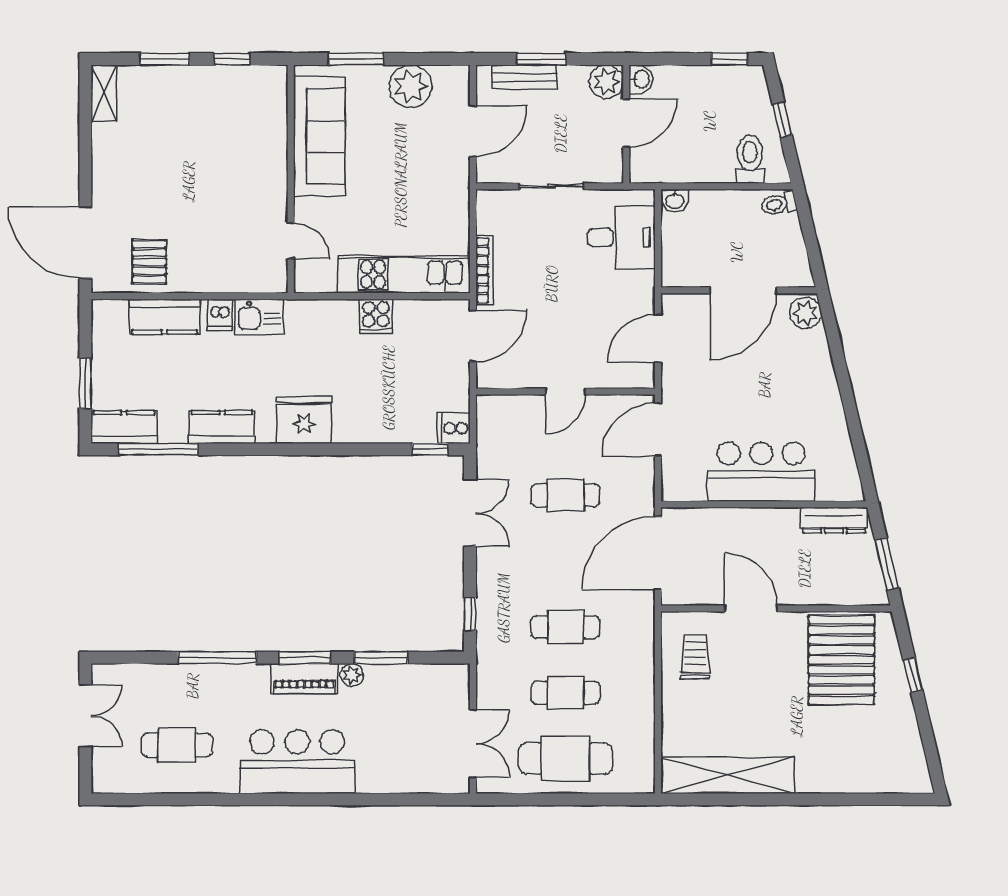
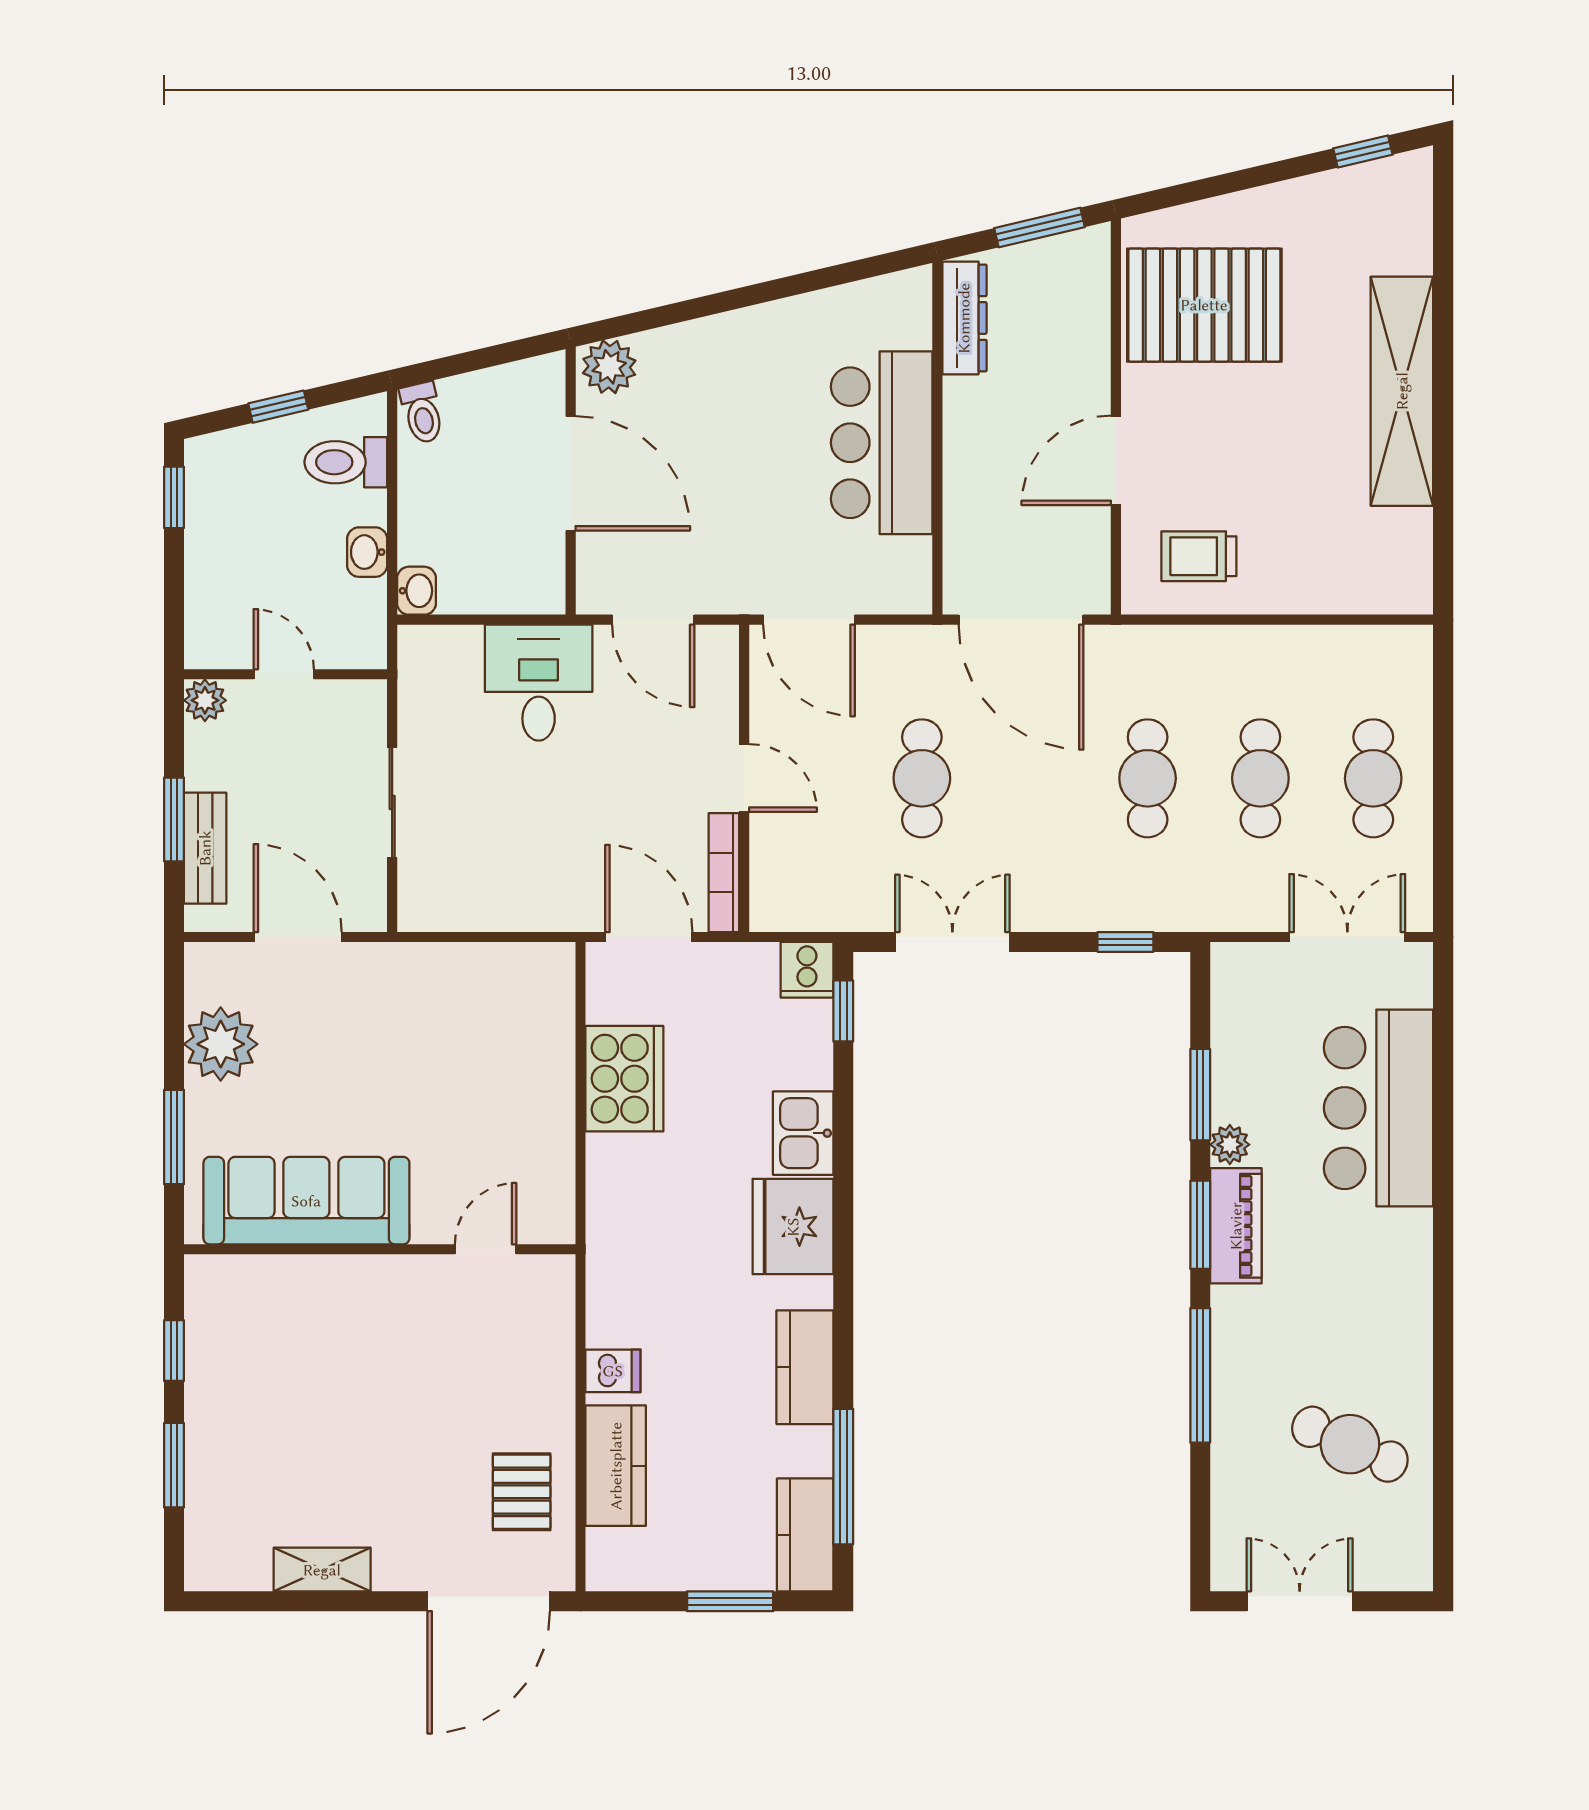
washbasin: (641, 79) -> (367, 552), moved, turned -90
plant: (606, 82) -> (205, 700), width x0.73, depth x0.73
shelving: (104, 93) -> (322, 1570), moved
door: (626, 123) -> (284, 674), width x0.73
desk: (621, 237) -> (539, 683), moved
pallet: (149, 262) -> (522, 1492), turned 90
bookcase: (485, 270) -> (724, 873), moved, turned -90
kitchen unit: (404, 275) -> (543, 1056), removed
cooker: (376, 316) -> (624, 1079), width x1.87, depth x1.31
kitchen sink: (259, 317) -> (803, 1133), moved, turned 180
window: (913, 675) -> (1363, 151), moved
cafe table: (177, 745) -> (1350, 1444), turned -66
cafe table: (565, 759) -> (1373, 778), width x0.73, depth x0.74
bar counter: (297, 762) -> (1379, 1108), moved
shelving: (728, 775) -> (1402, 391), moved

